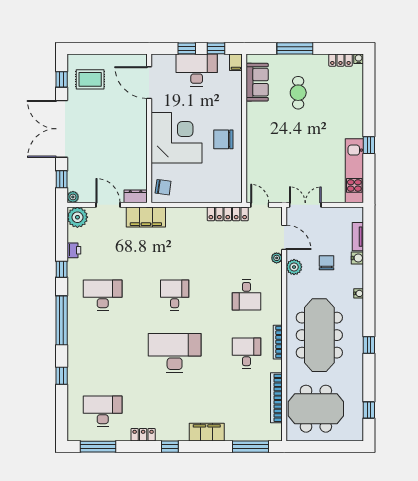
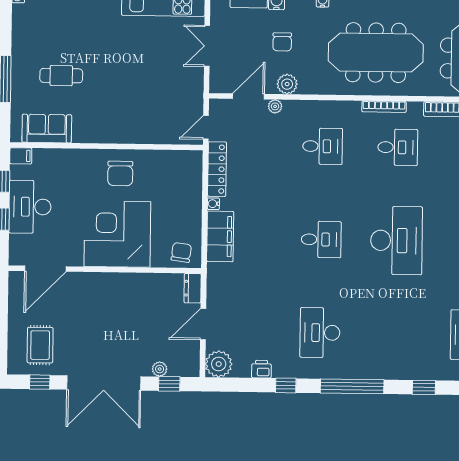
locker: (340, 60) -> (20, 20), removed
plant: (73, 197) -> (160, 369), moved
double door: (305, 205) -> (207, 46), moved
water cooler: (201, 211) -> (213, 204), added
filing cabinet: (146, 217) -> (220, 236), moved
chair: (327, 263) -> (282, 42), turned -90
desk: (175, 295) -> (321, 239), turned 180
desk: (175, 353) -> (396, 241), turned 180
desk: (246, 353) -> (398, 147), turned 180

